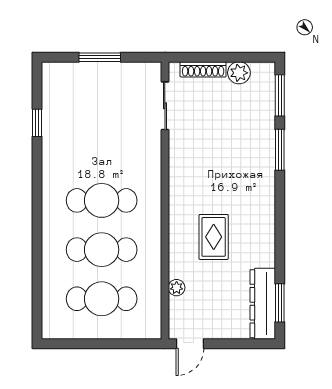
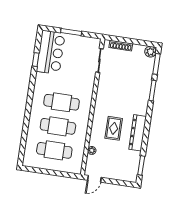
plant: (239, 73) -> (150, 52), moved
bar counter: (65, 104) -> (51, 52), added
dresser: (263, 304) -> (138, 133), moved

